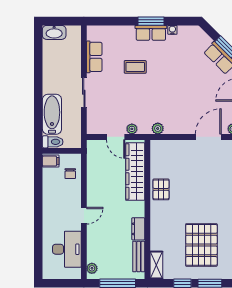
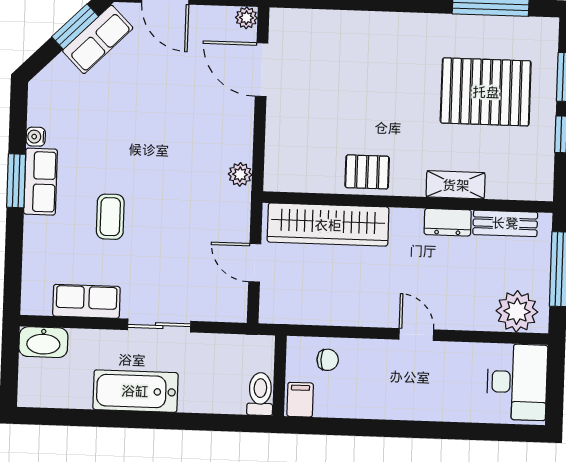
washbasin: (54, 32) -> (43, 342), moved, turned 90
bathtub: (52, 114) -> (135, 391), moved
plant: (132, 129) -> (239, 228), removed
door: (116, 137) -> (255, 263), swing flipped
desk: (67, 249) -> (517, 382), moved, turned 90
shelving: (156, 265) -> (456, 185), moved
plant: (92, 268) -> (517, 311), width x1.87, depth x1.87

